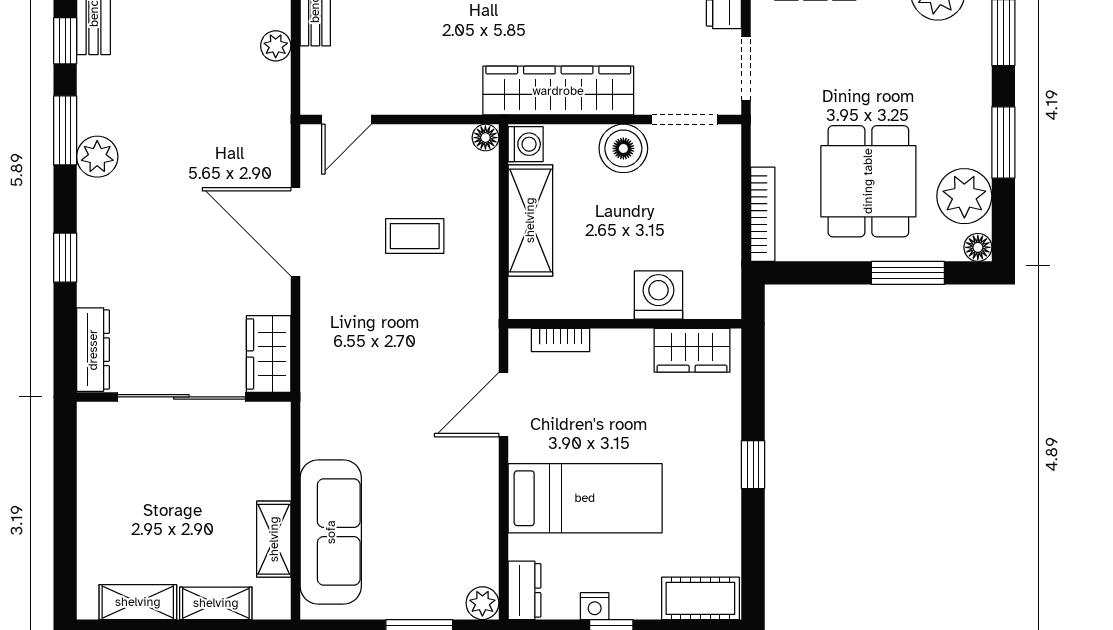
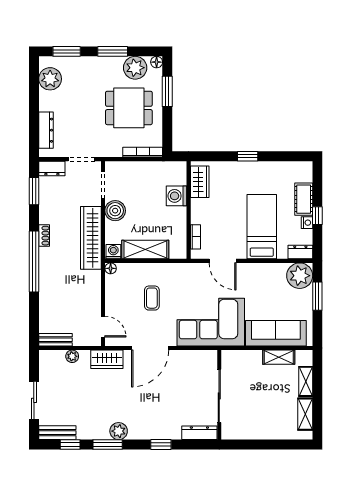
wardrobe: (269, 354) -> (107, 359), moved
corner sofa: (357, 377) -> (211, 322), added
cot: (700, 598) -> (304, 199), moved
plant: (482, 603) -> (300, 276), width x1.88, depth x1.88

